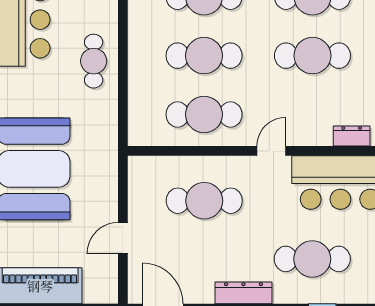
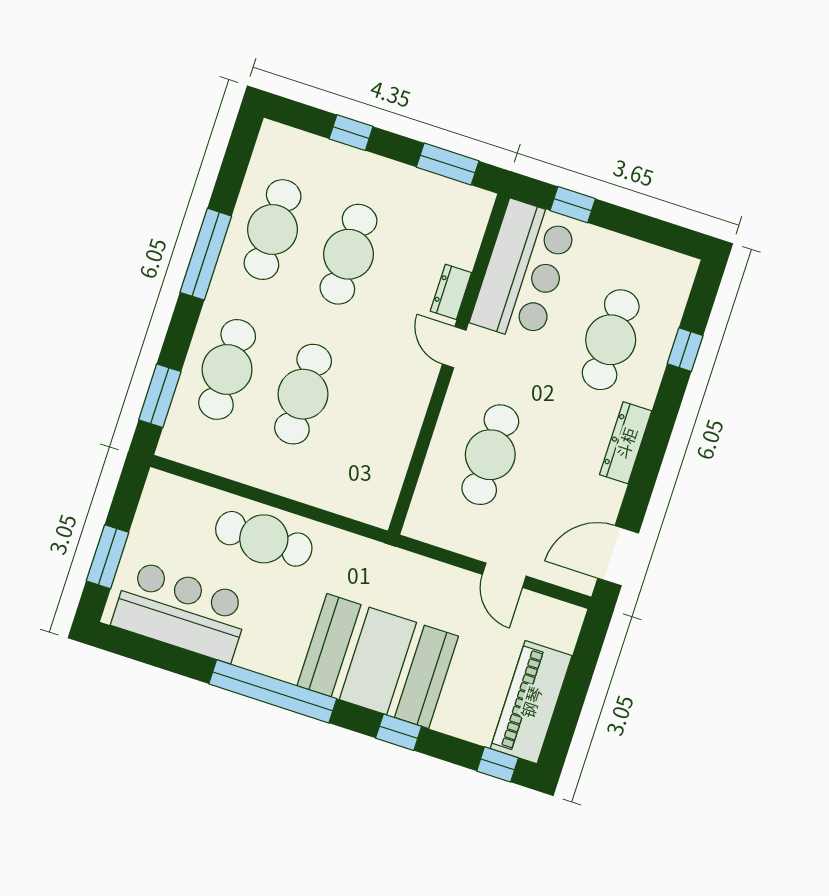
cafe table: (94, 61) -> (264, 539), width x1.37, depth x1.35
cafe table: (204, 114) -> (379, 419), removed
dresser: (352, 136) -> (451, 292), moved

